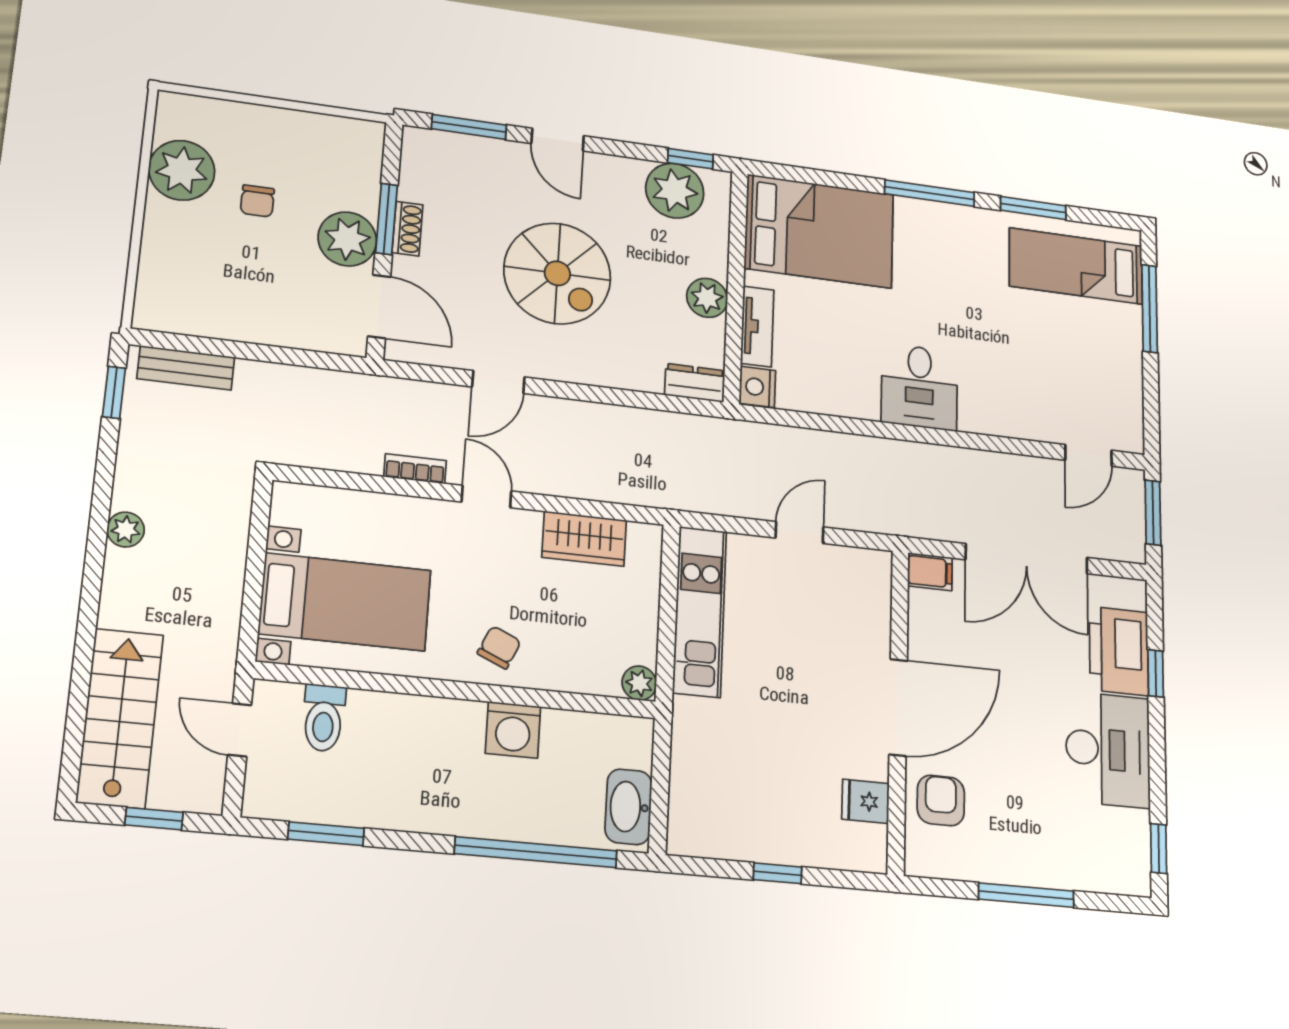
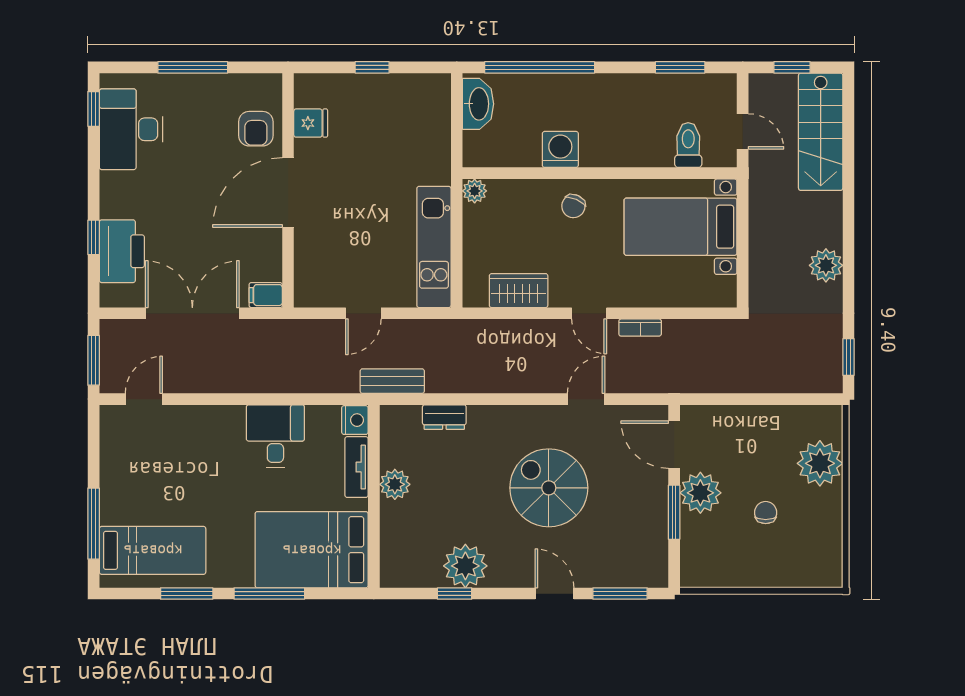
plant: (182, 170) -> (820, 463), moved
shoe rack: (407, 229) -> (659, 507), removed
bed: (819, 231) -> (312, 550), moved
wall: (736, 286) -> (374, 496), moved
plant: (707, 298) -> (395, 484), moved
tv unit: (757, 326) -> (356, 467), moved
bench: (186, 368) -> (392, 381), moved
nightstand: (757, 387) -> (355, 420), moved
plant: (126, 530) -> (826, 265), width x1.38, depth x1.38
desk: (1108, 749) -> (131, 129), moved

